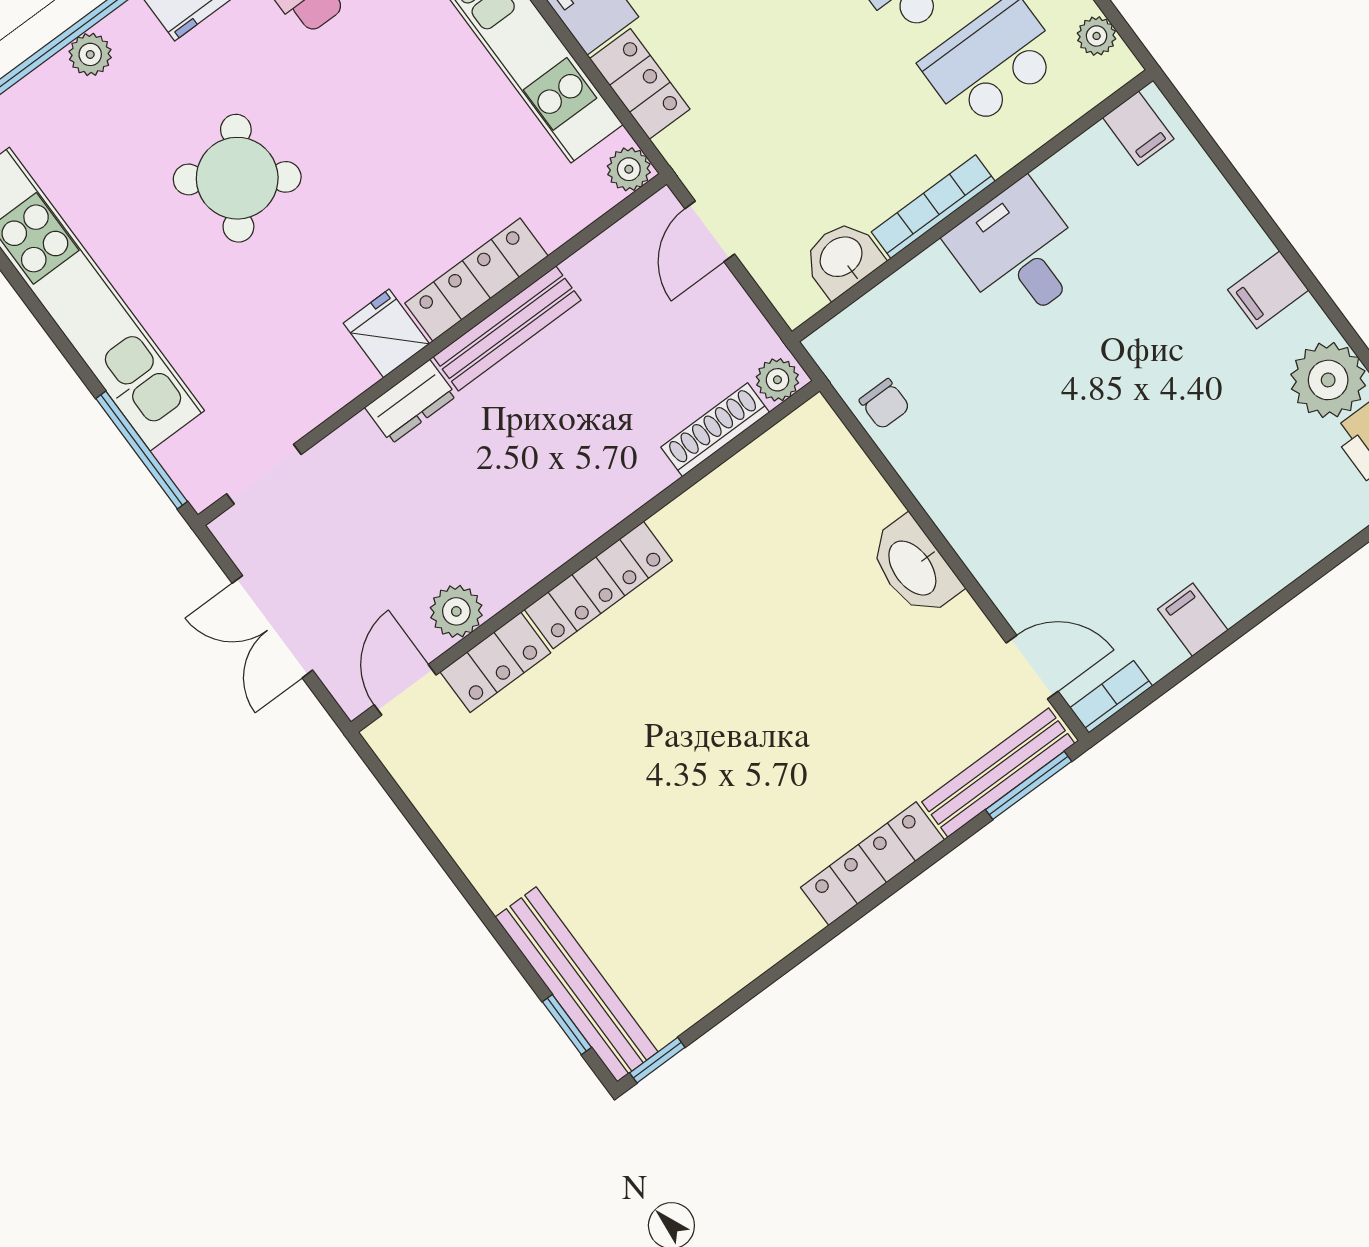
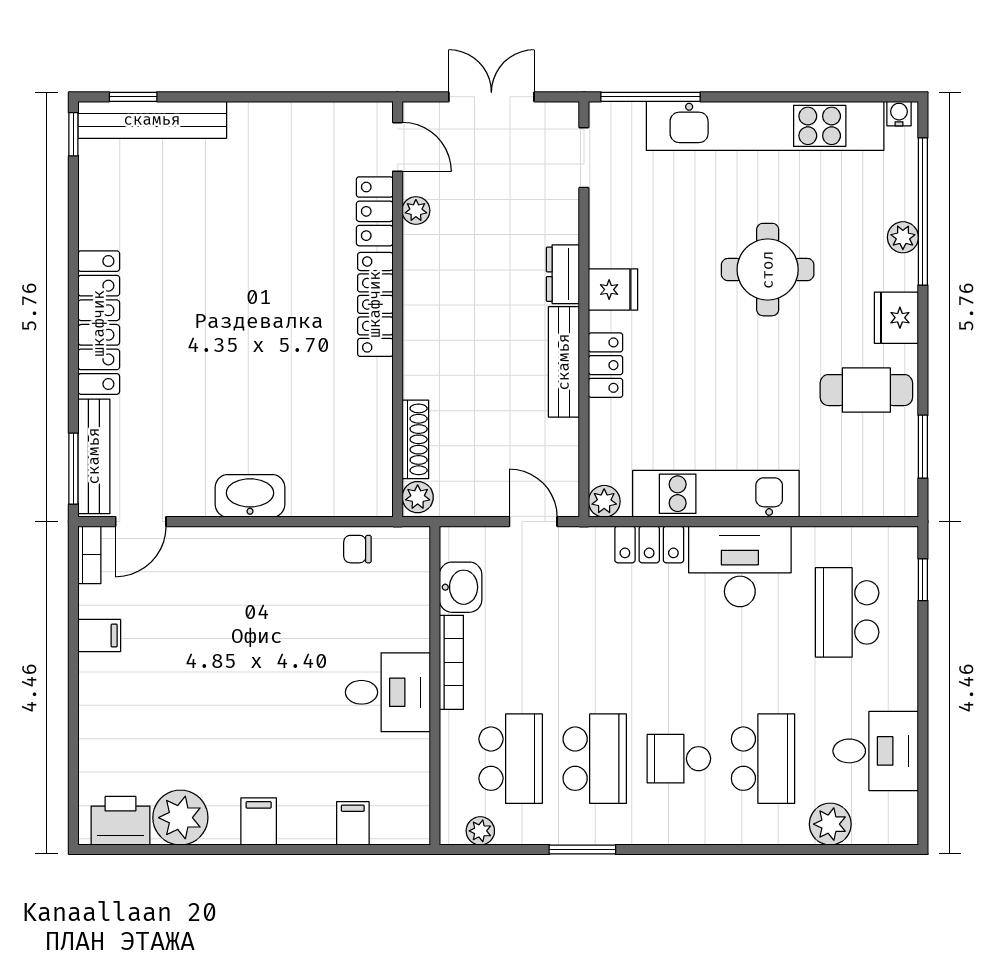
filing cabinet: (1138, 128) -> (353, 823), moved, turned 90
round table: (237, 178) -> (768, 270), turned -35
locker: (476, 280) -> (606, 365), width x0.66
plant: (456, 611) -> (416, 210), width x0.73, depth x0.73
locker: (872, 864) -> (99, 323), width x1.41, depth x1.21

